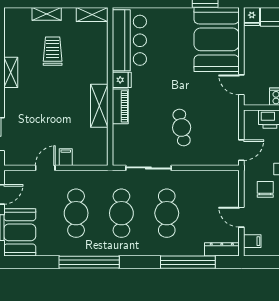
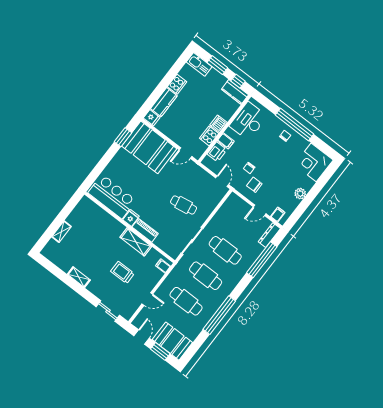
shelving: (92, 14) -> (81, 206), removed
trolley: (53, 51) -> (122, 272), moved
filing cabinet: (66, 157) -> (163, 266), moved
door: (45, 168) -> (147, 299), swing flipped

